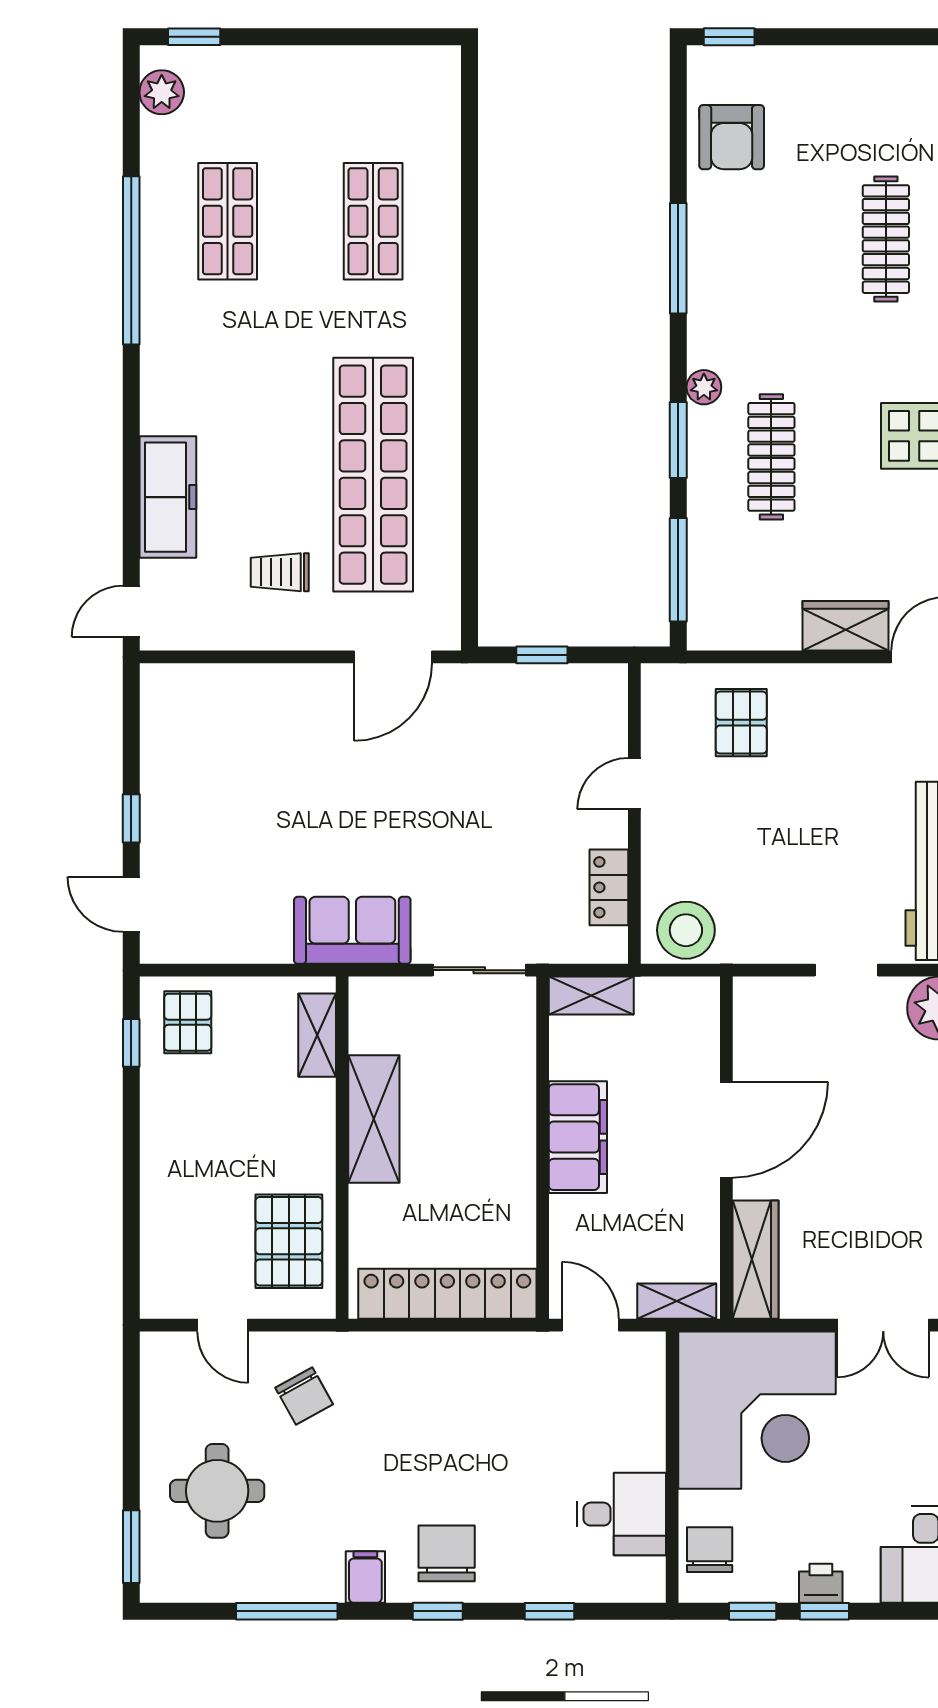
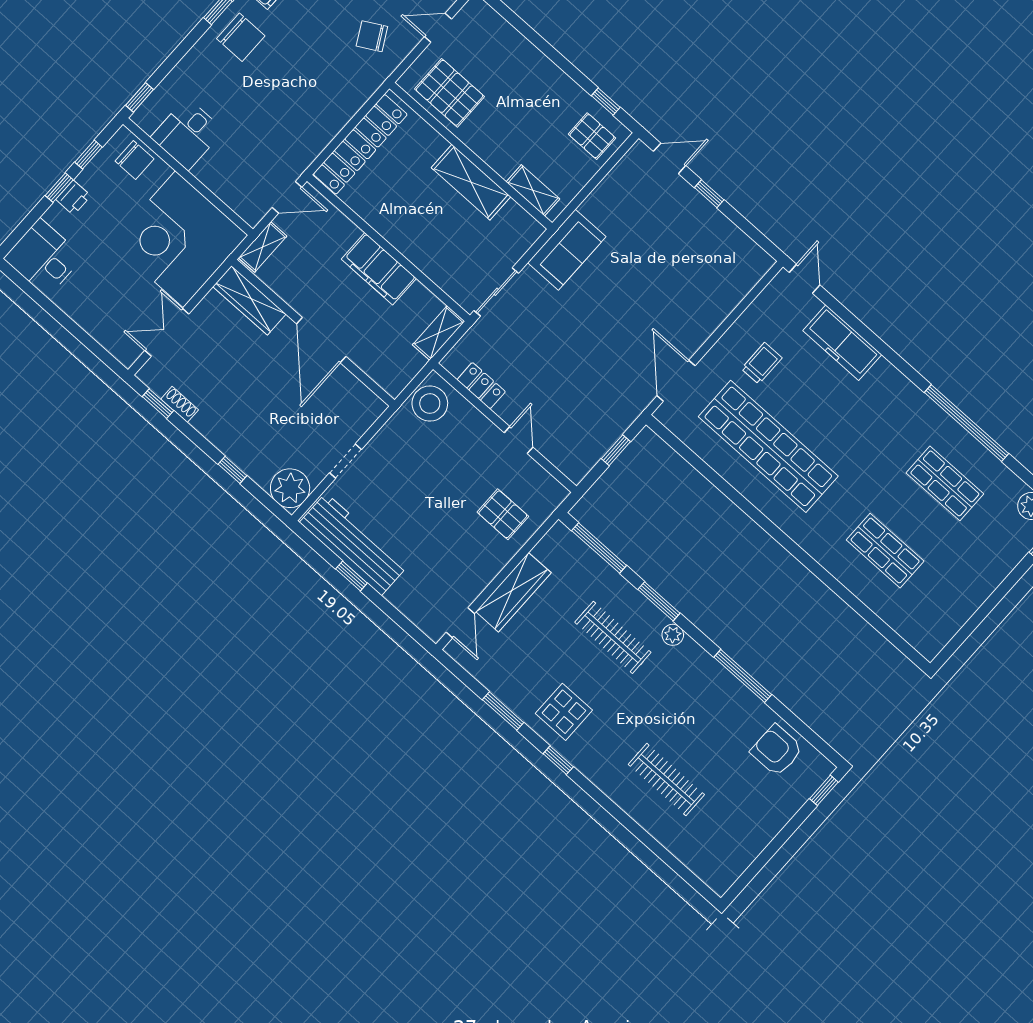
wardrobe: (845, 626) -> (513, 592), width x1.50
window: (550, 1611) -> (140, 97), moved

